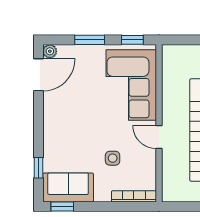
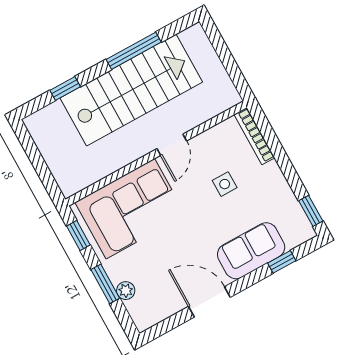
plant: (50, 51) -> (126, 291), moved
door: (38, 75) -> (209, 302), moved
sofa: (68, 188) -> (251, 251), moved, turned 90

